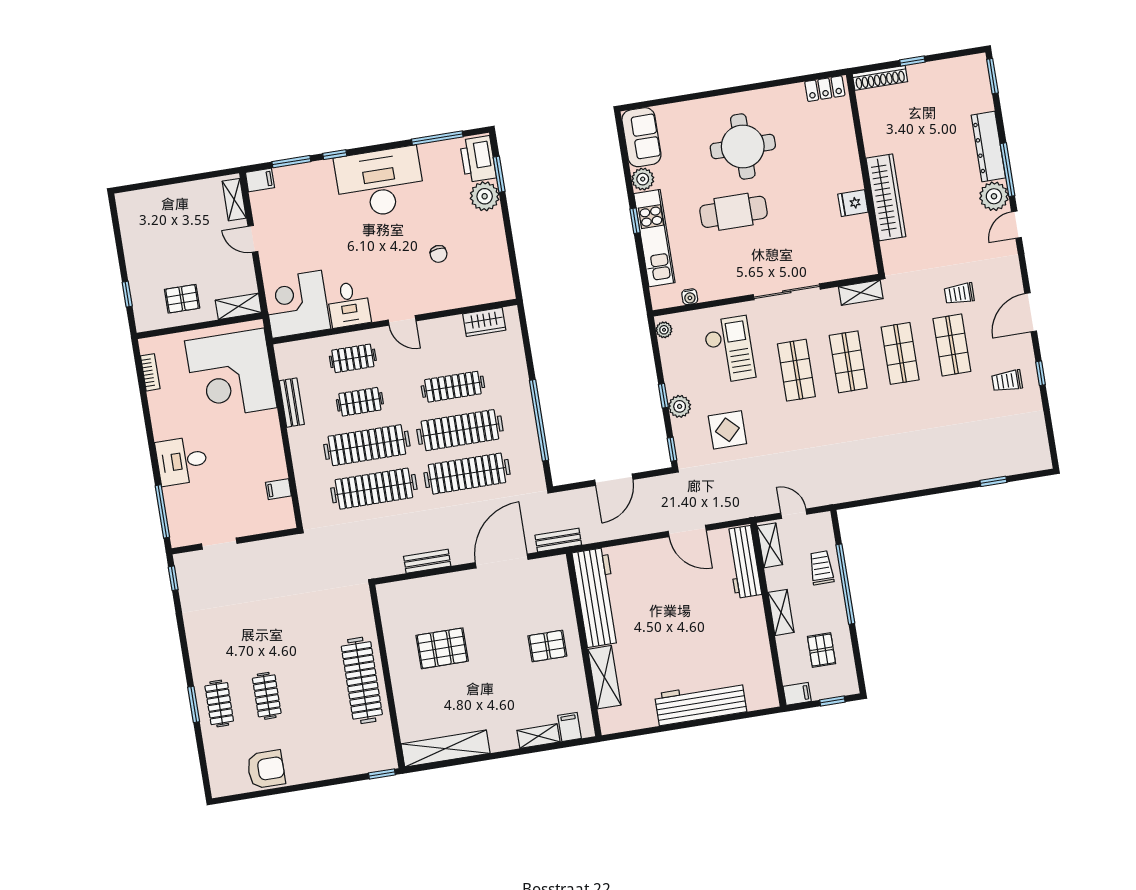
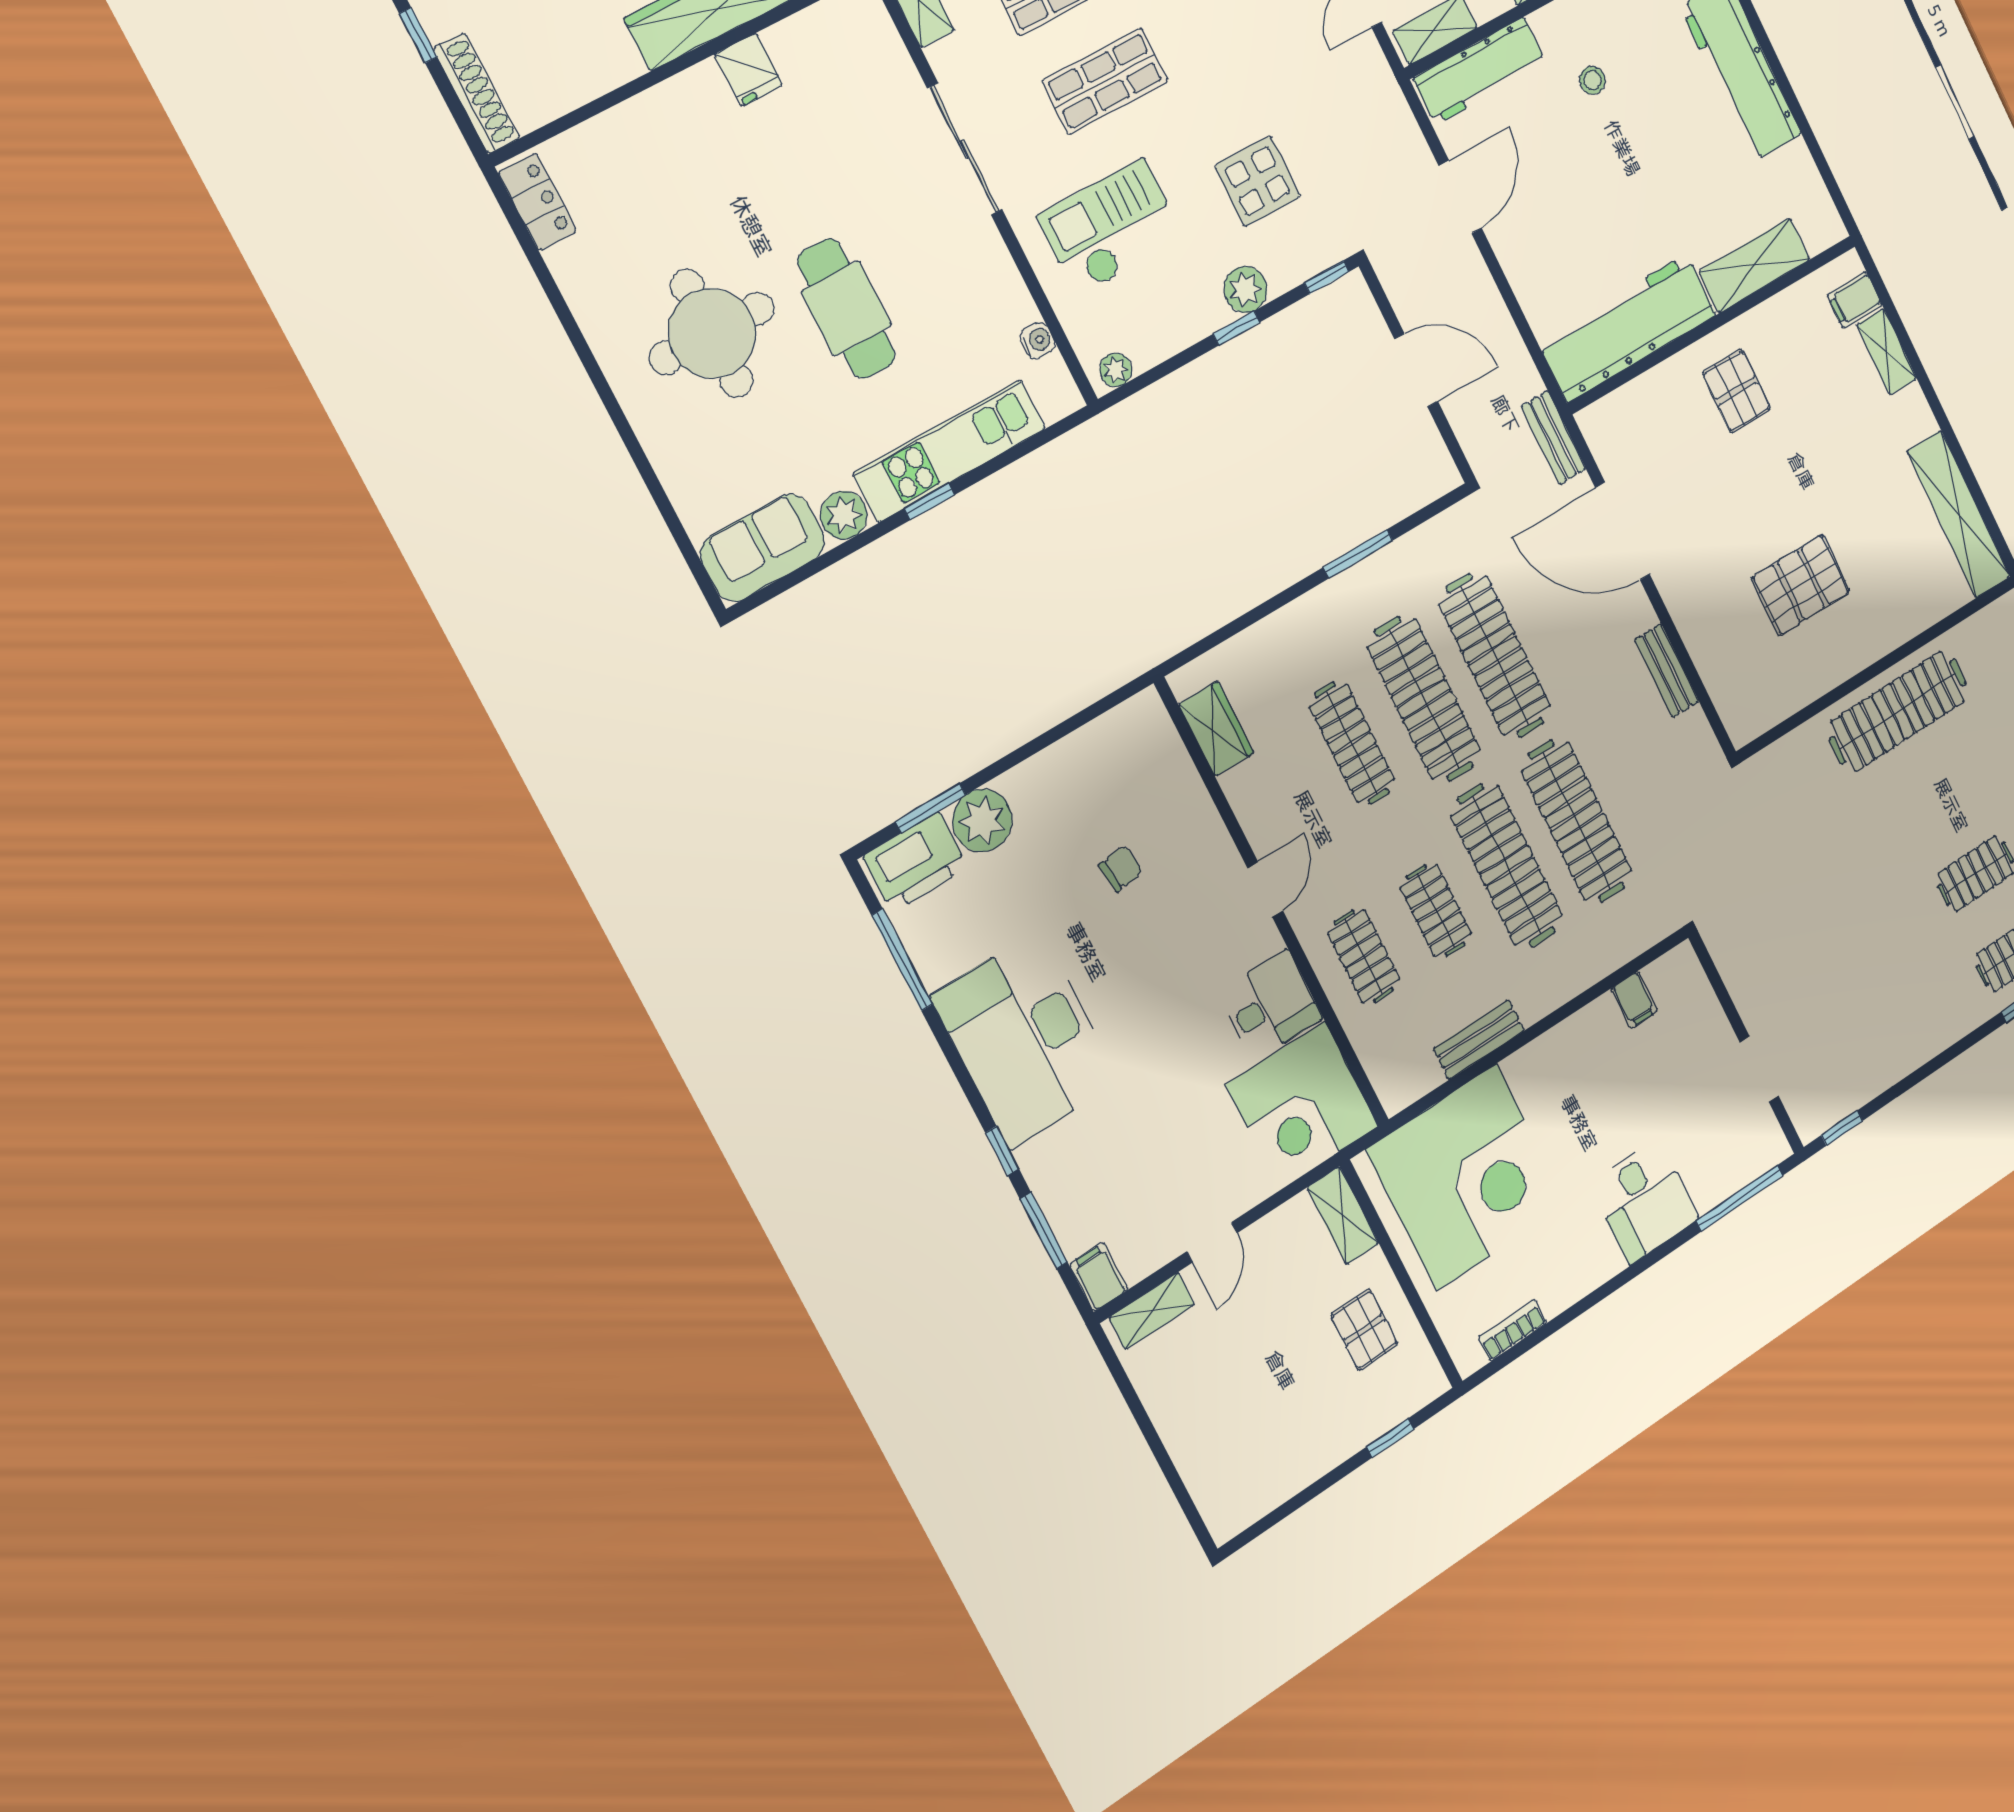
window: (539, 420) -> (1358, 554), width x0.47
stool: (721, 620) -> (1592, 80), added
pallet: (442, 648) -> (1801, 585), turned 90

